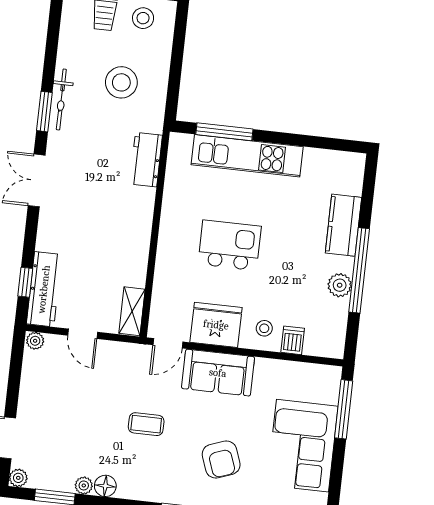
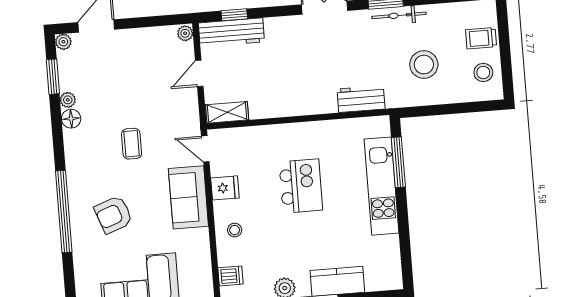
fridge: (216, 325) -> (225, 188), width x0.53, depth x0.75
dishwasher: (293, 340) -> (231, 276), moved

